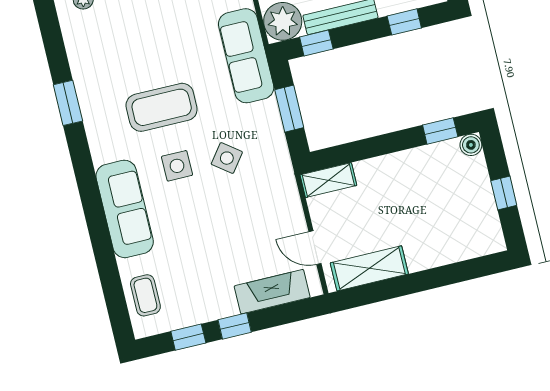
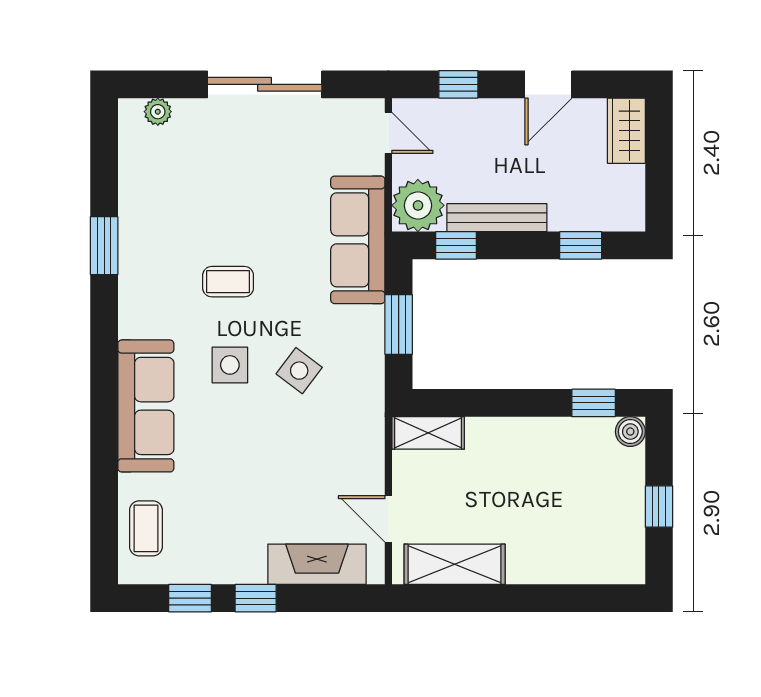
coffee table: (162, 107) -> (228, 282), width x0.54, depth x0.58

